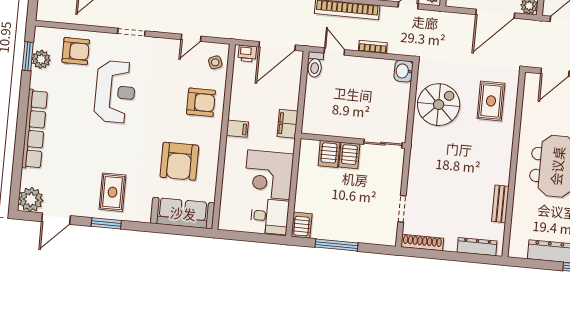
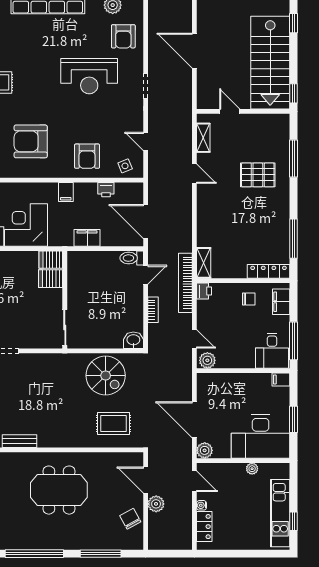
printer: (247, 54) -> (106, 190), moved, turned -90
filing cabinet: (288, 124) -> (87, 238), moved
server rack: (349, 156) -> (51, 260), moved

